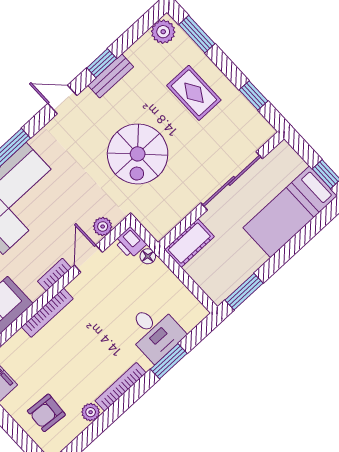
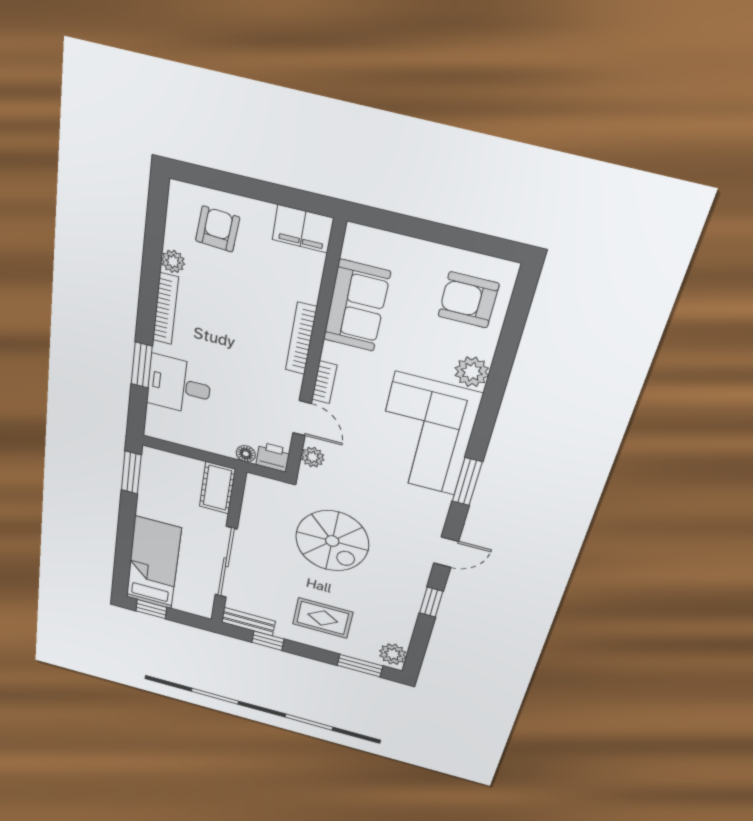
bench: (111, 76) -> (248, 622), moved, turned 90
spiral stairs: (138, 154) -> (332, 541), turned 180

